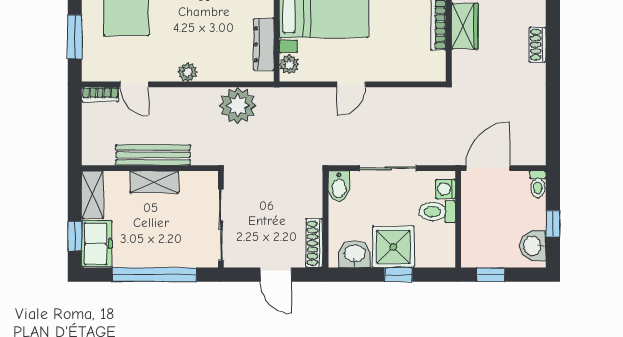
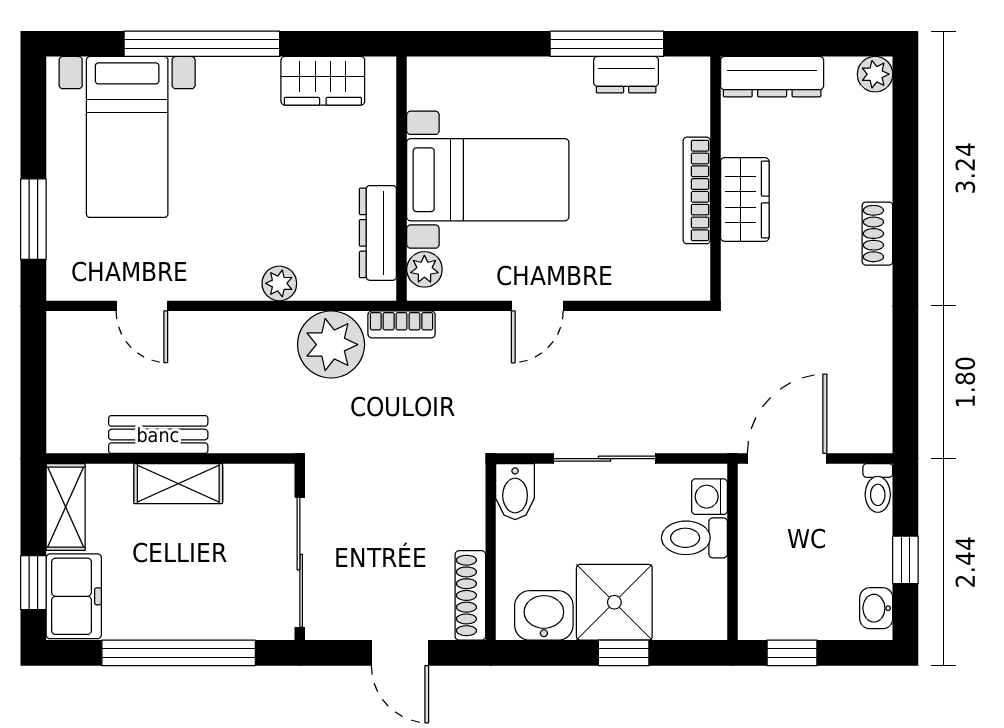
plant: (188, 72) -> (279, 283), moved
bookcase: (100, 95) -> (402, 324), moved
bench: (153, 155) -> (158, 435), width x0.73
washbasin: (533, 246) -> (876, 608), width x0.72, depth x0.69

